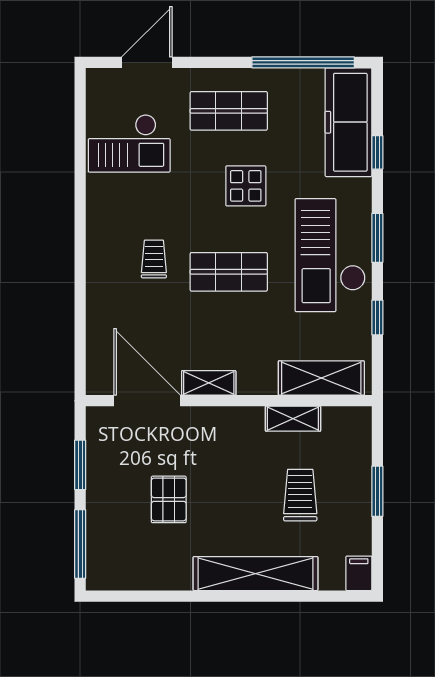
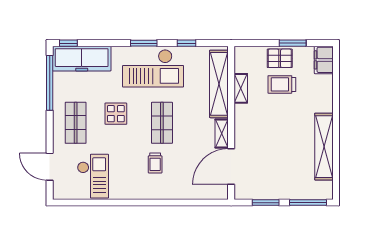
window: (377, 152) -> (68, 43), moved
trolley: (154, 259) -> (155, 163), turned -90
shelving: (321, 378) -> (219, 84), width x1.47
window: (377, 491) -> (293, 43), moved
pallet: (169, 499) -> (280, 58), moved
filing cabinet: (359, 573) -> (324, 60), width x2.00
shelving: (255, 574) -> (324, 147), moved

